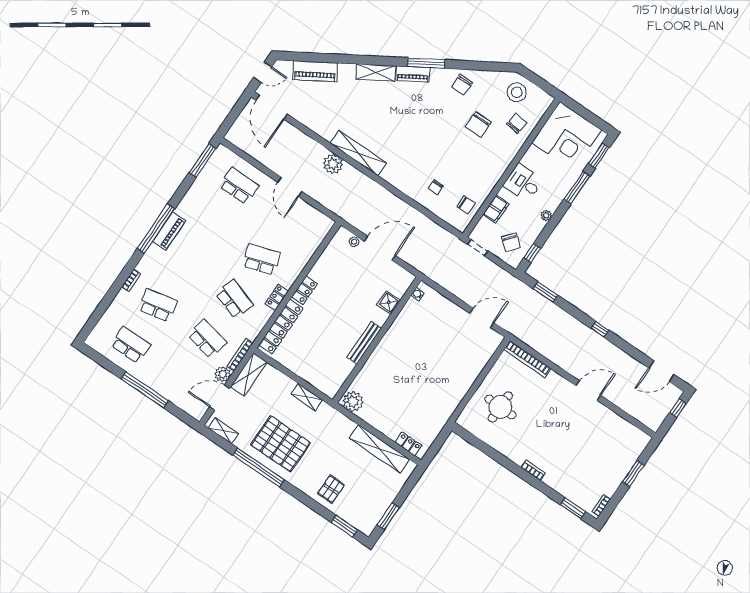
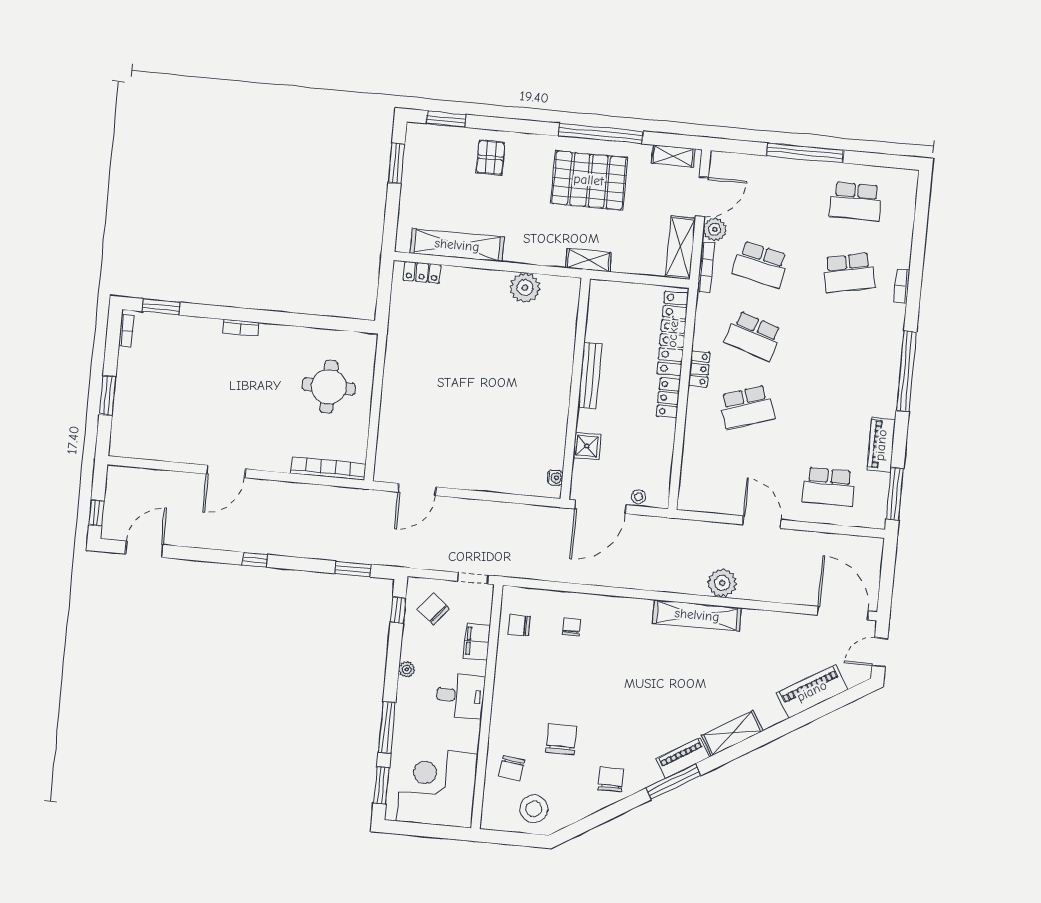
piano: (169, 231) -> (881, 445), moved
water cooler: (418, 294) -> (555, 478), moved
shower: (389, 302) -> (587, 446), moved
wall: (377, 340) -> (575, 389), moved
bench: (364, 343) -> (590, 376), moved

